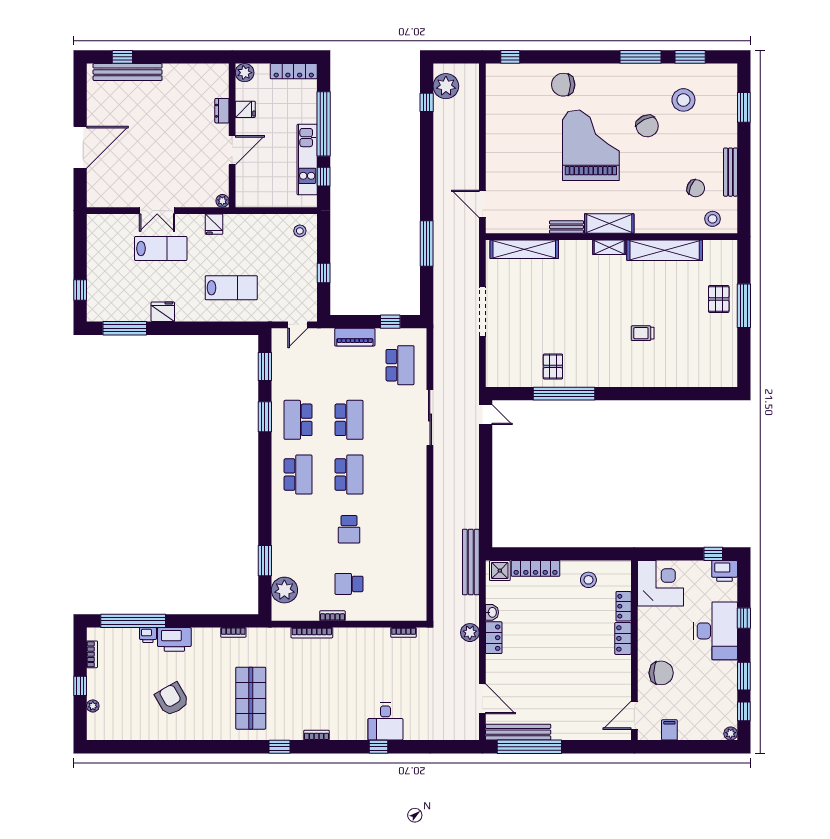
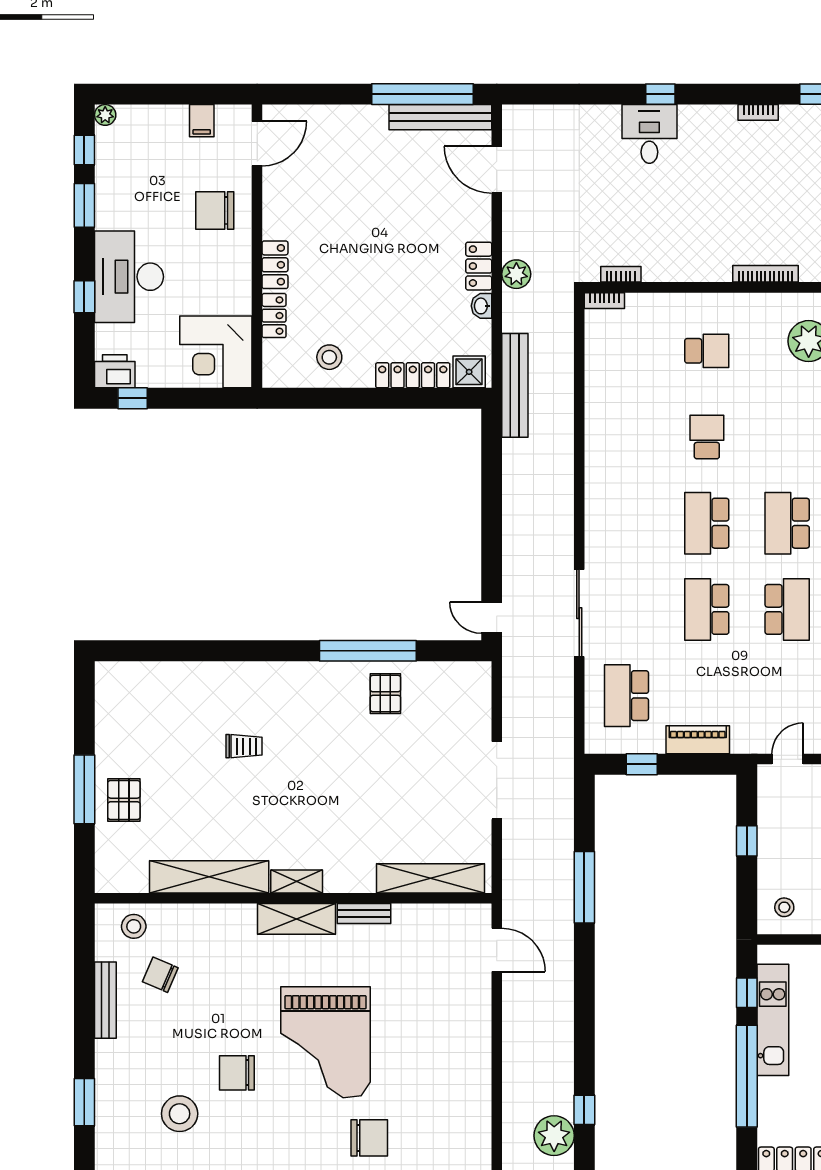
chair: (647, 126) -> (237, 1073), turned -64
bookcase: (332, 616) -> (604, 301), moved

